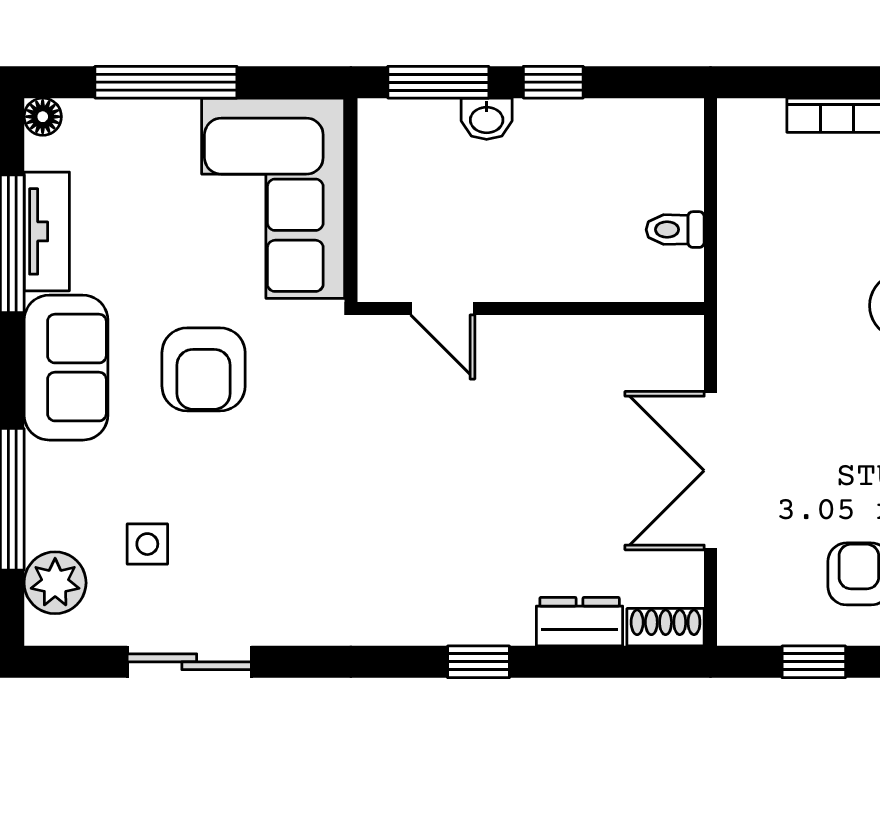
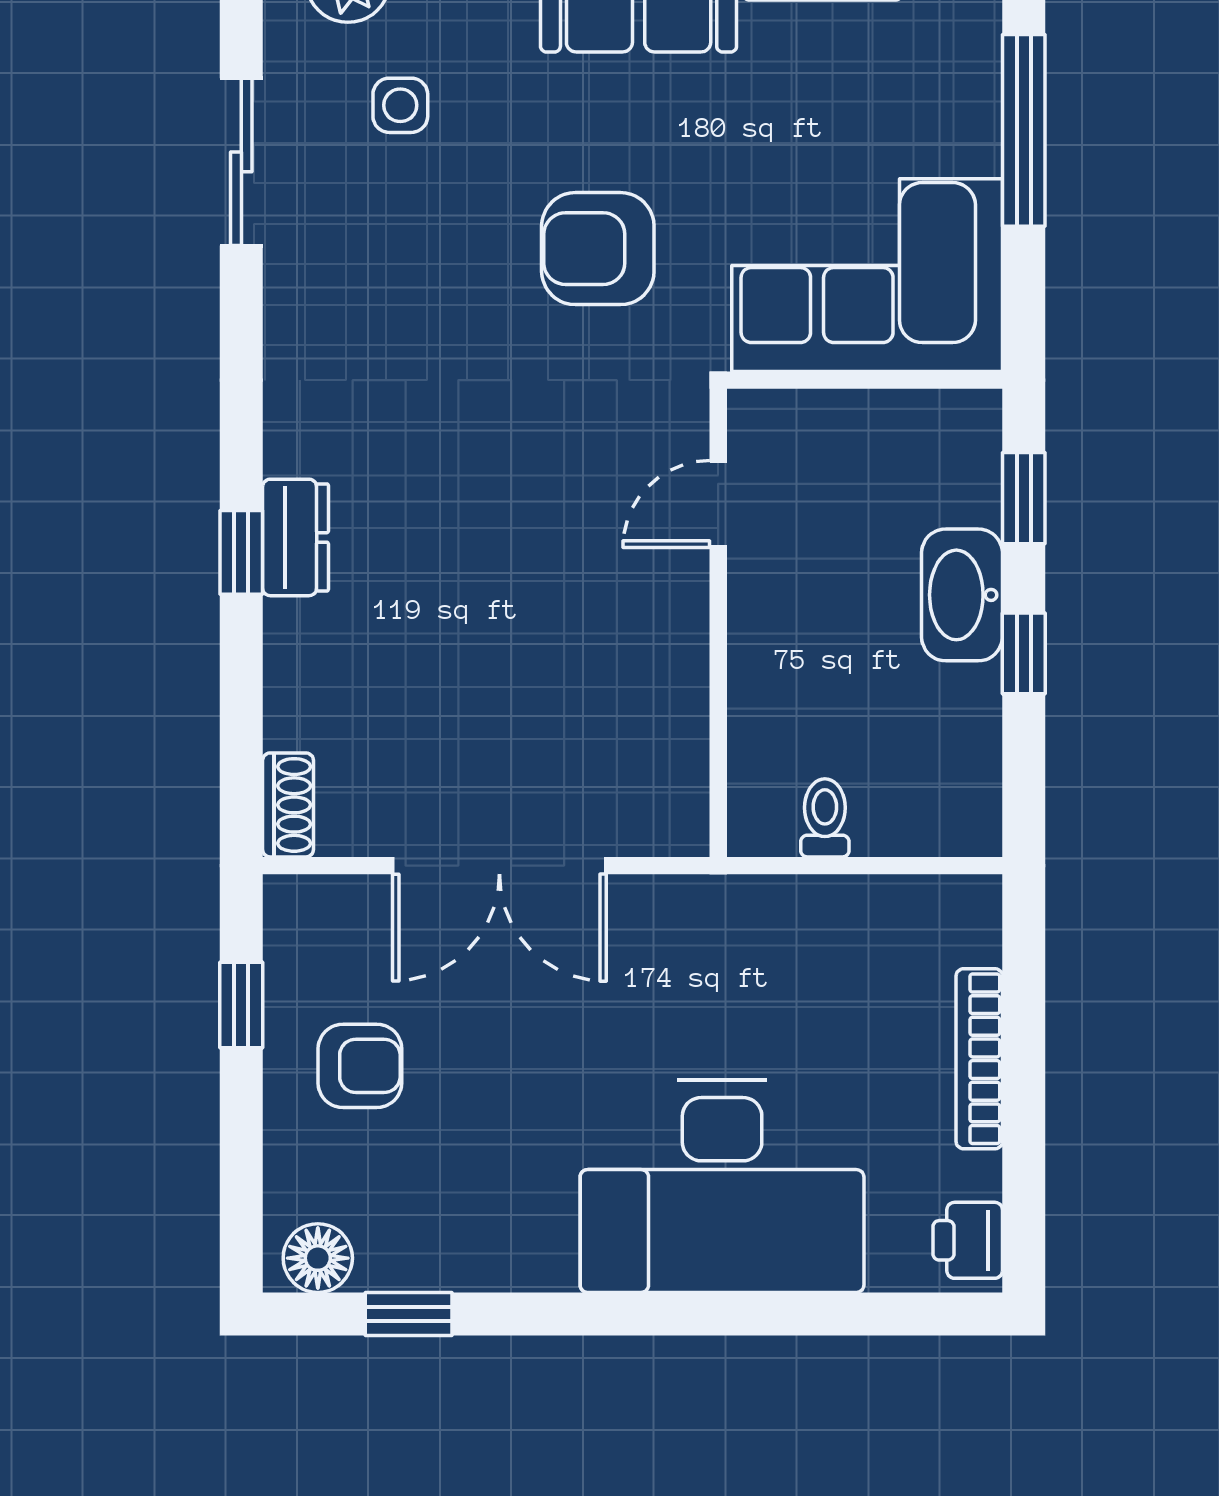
window: (438, 82) -> (1024, 498), width x0.67
washbasin: (487, 119) -> (962, 595), width x1.91, depth x1.45
armchair: (204, 369) -> (598, 249), moved
double door: (711, 471) -> (499, 866), swing flipped
dresser: (580, 622) -> (296, 537), moved

